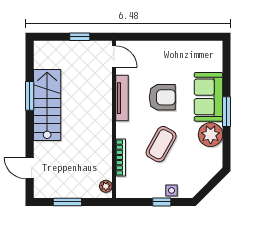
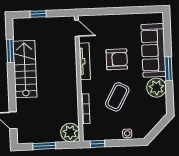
window: (80, 37) -> (38, 14), moved
window: (30, 96) -> (10, 51), moved
sofa: (208, 97) -> (153, 50), width x1.36
plant: (106, 186) -> (70, 132), width x1.87, depth x1.87
window: (162, 202) -> (98, 144), moved

